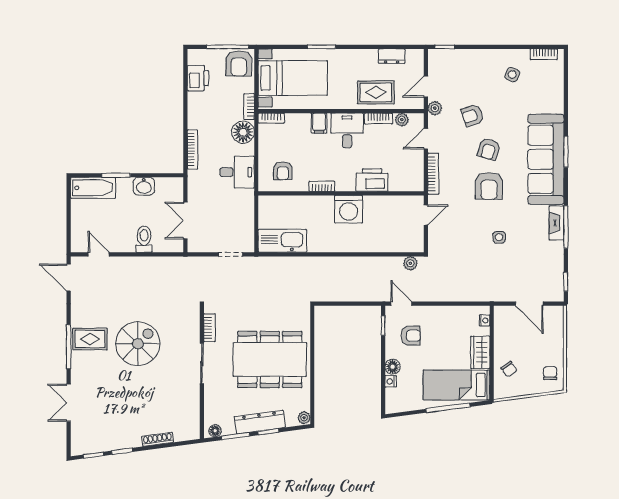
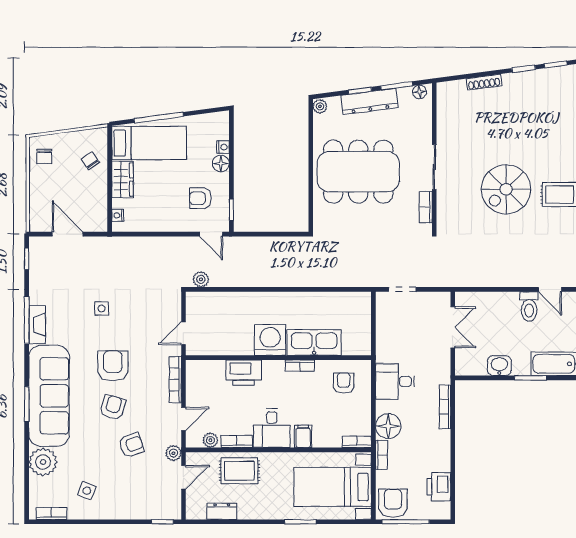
plant: (551, 100) -> (43, 462), added
toilet: (144, 239) -> (529, 306), moved
kitchen sink: (282, 241) -> (314, 342), moved, turned 180

